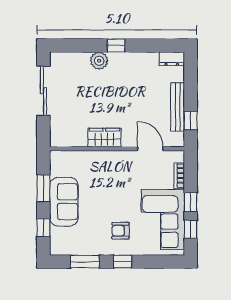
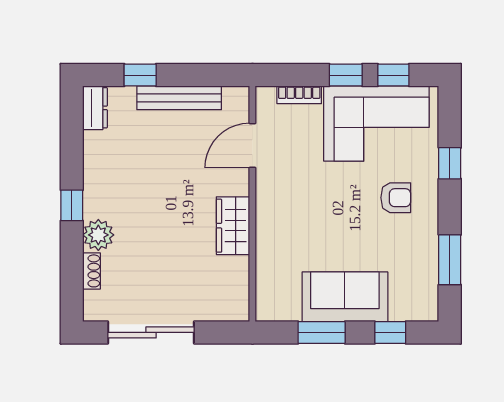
shoe rack: (79, 57) -> (91, 271), added
window: (191, 121) -> (140, 75), moved
armchair: (120, 231) -> (396, 198), turned -90
window: (123, 262) -> (450, 163), moved

